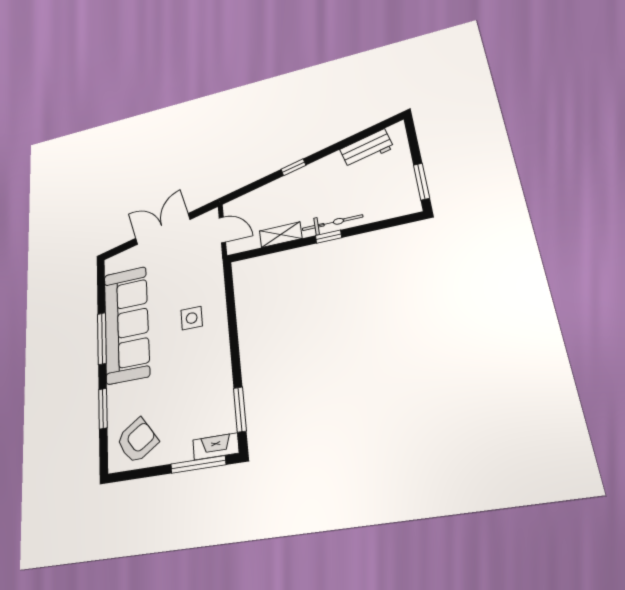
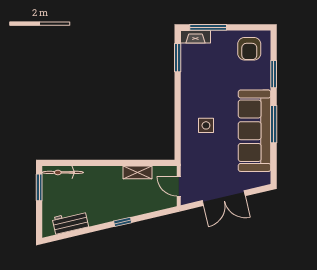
bicycle: (332, 223) -> (63, 172), moved
window: (329, 237) -> (105, 163), removed
armchair: (137, 441) -> (249, 49), turned -56

